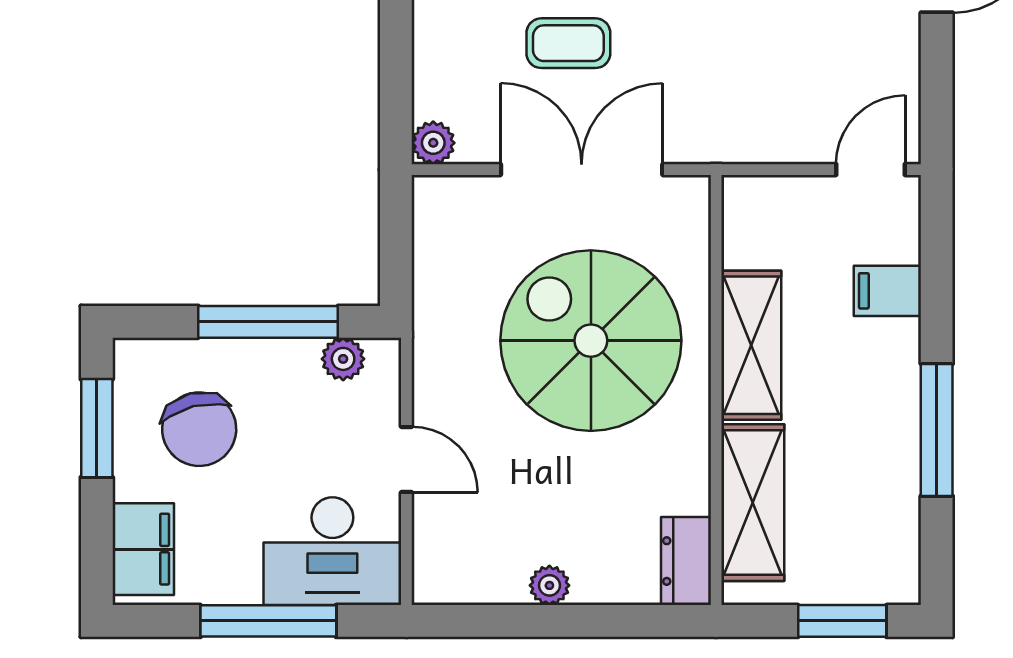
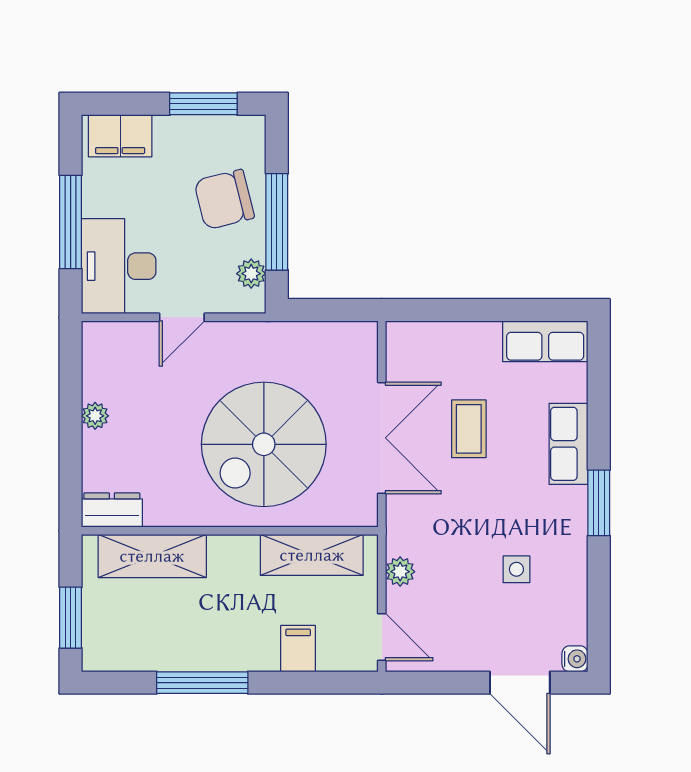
plant: (433, 143) -> (400, 572), moved
spiral stairs: (591, 341) -> (264, 444), turned 180
shelving: (751, 345) -> (312, 555), moved
chair: (199, 429) -> (224, 199), moved

